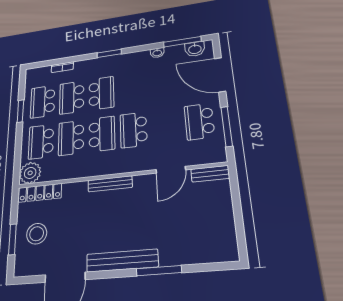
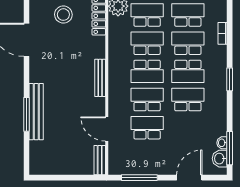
washbasin: (157, 53) -> (222, 143), moved
door: (220, 75) -> (189, 178), width x0.73
school desk: (132, 89) -> (188, 100), added
school desk: (199, 121) -> (147, 128), moved
bench: (122, 260) -> (36, 112), moved

